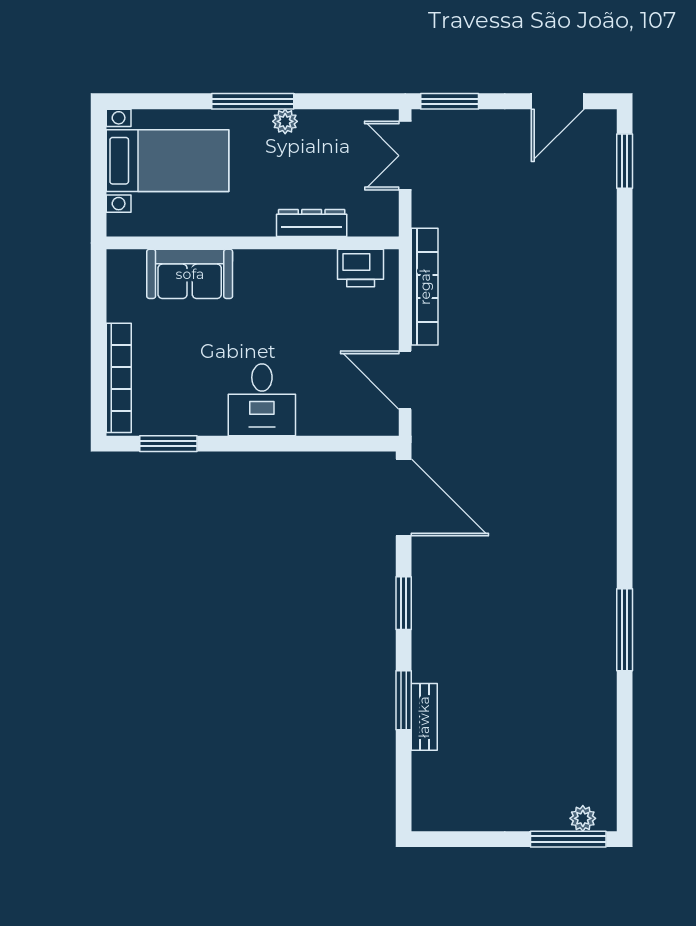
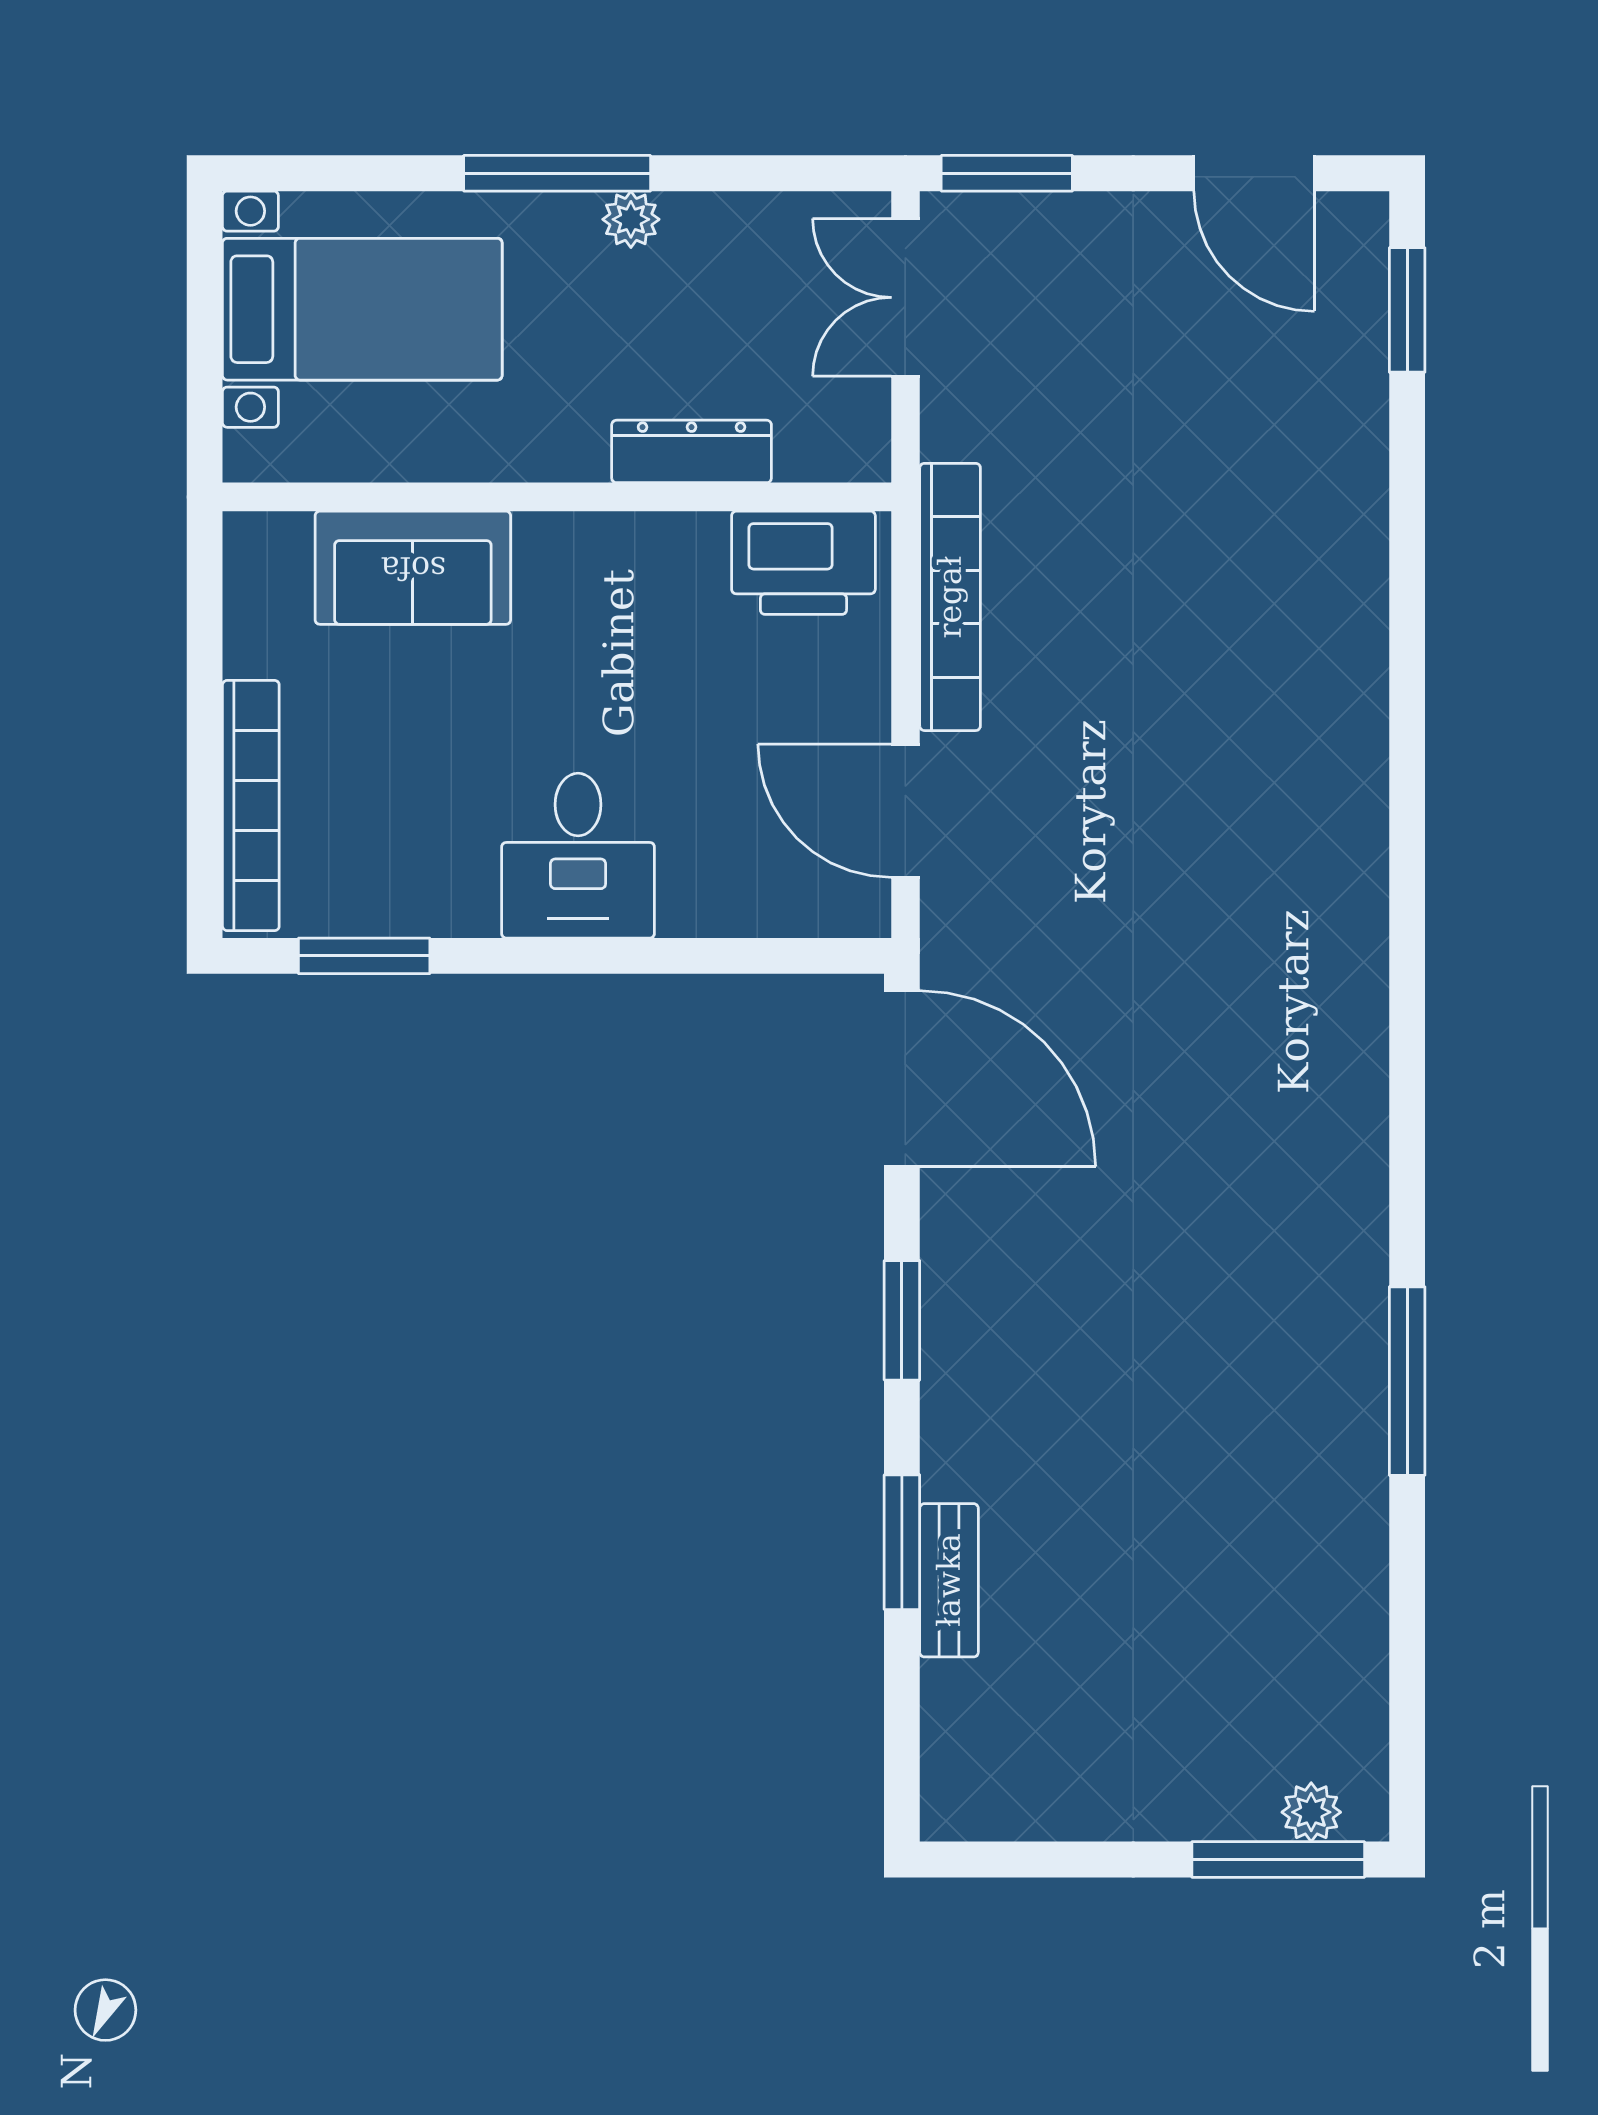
door: (558, 101) -> (1254, 173), hinge flipped
printer: (361, 268) -> (803, 563), width x1.37, depth x1.19

